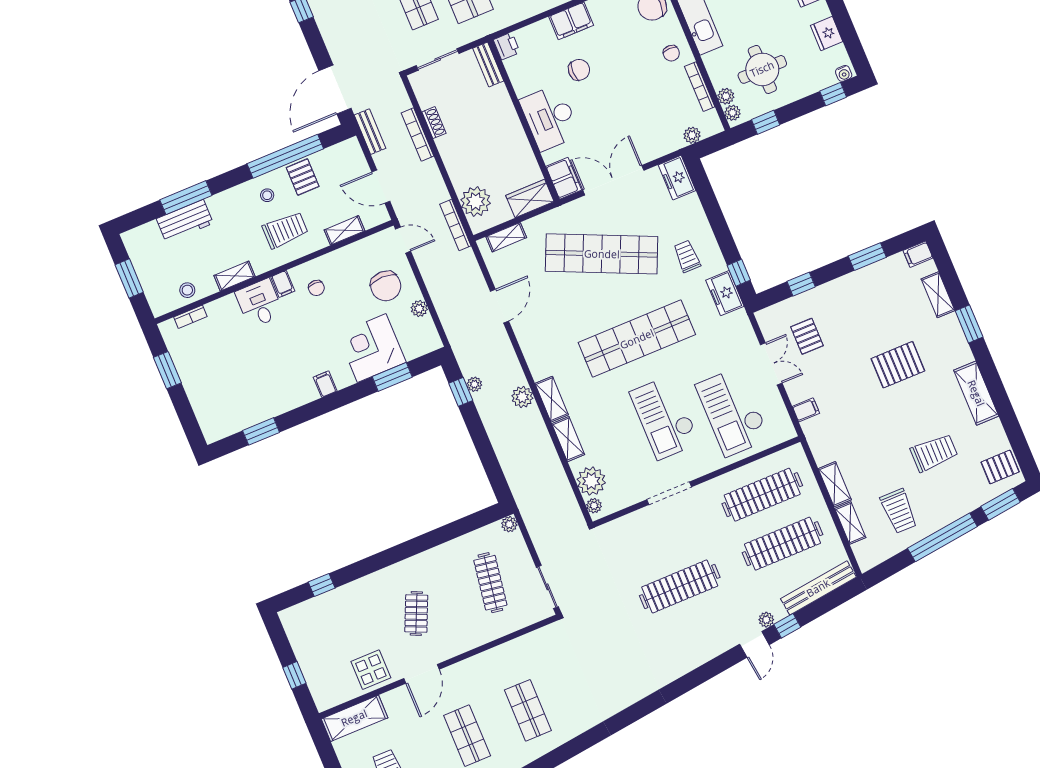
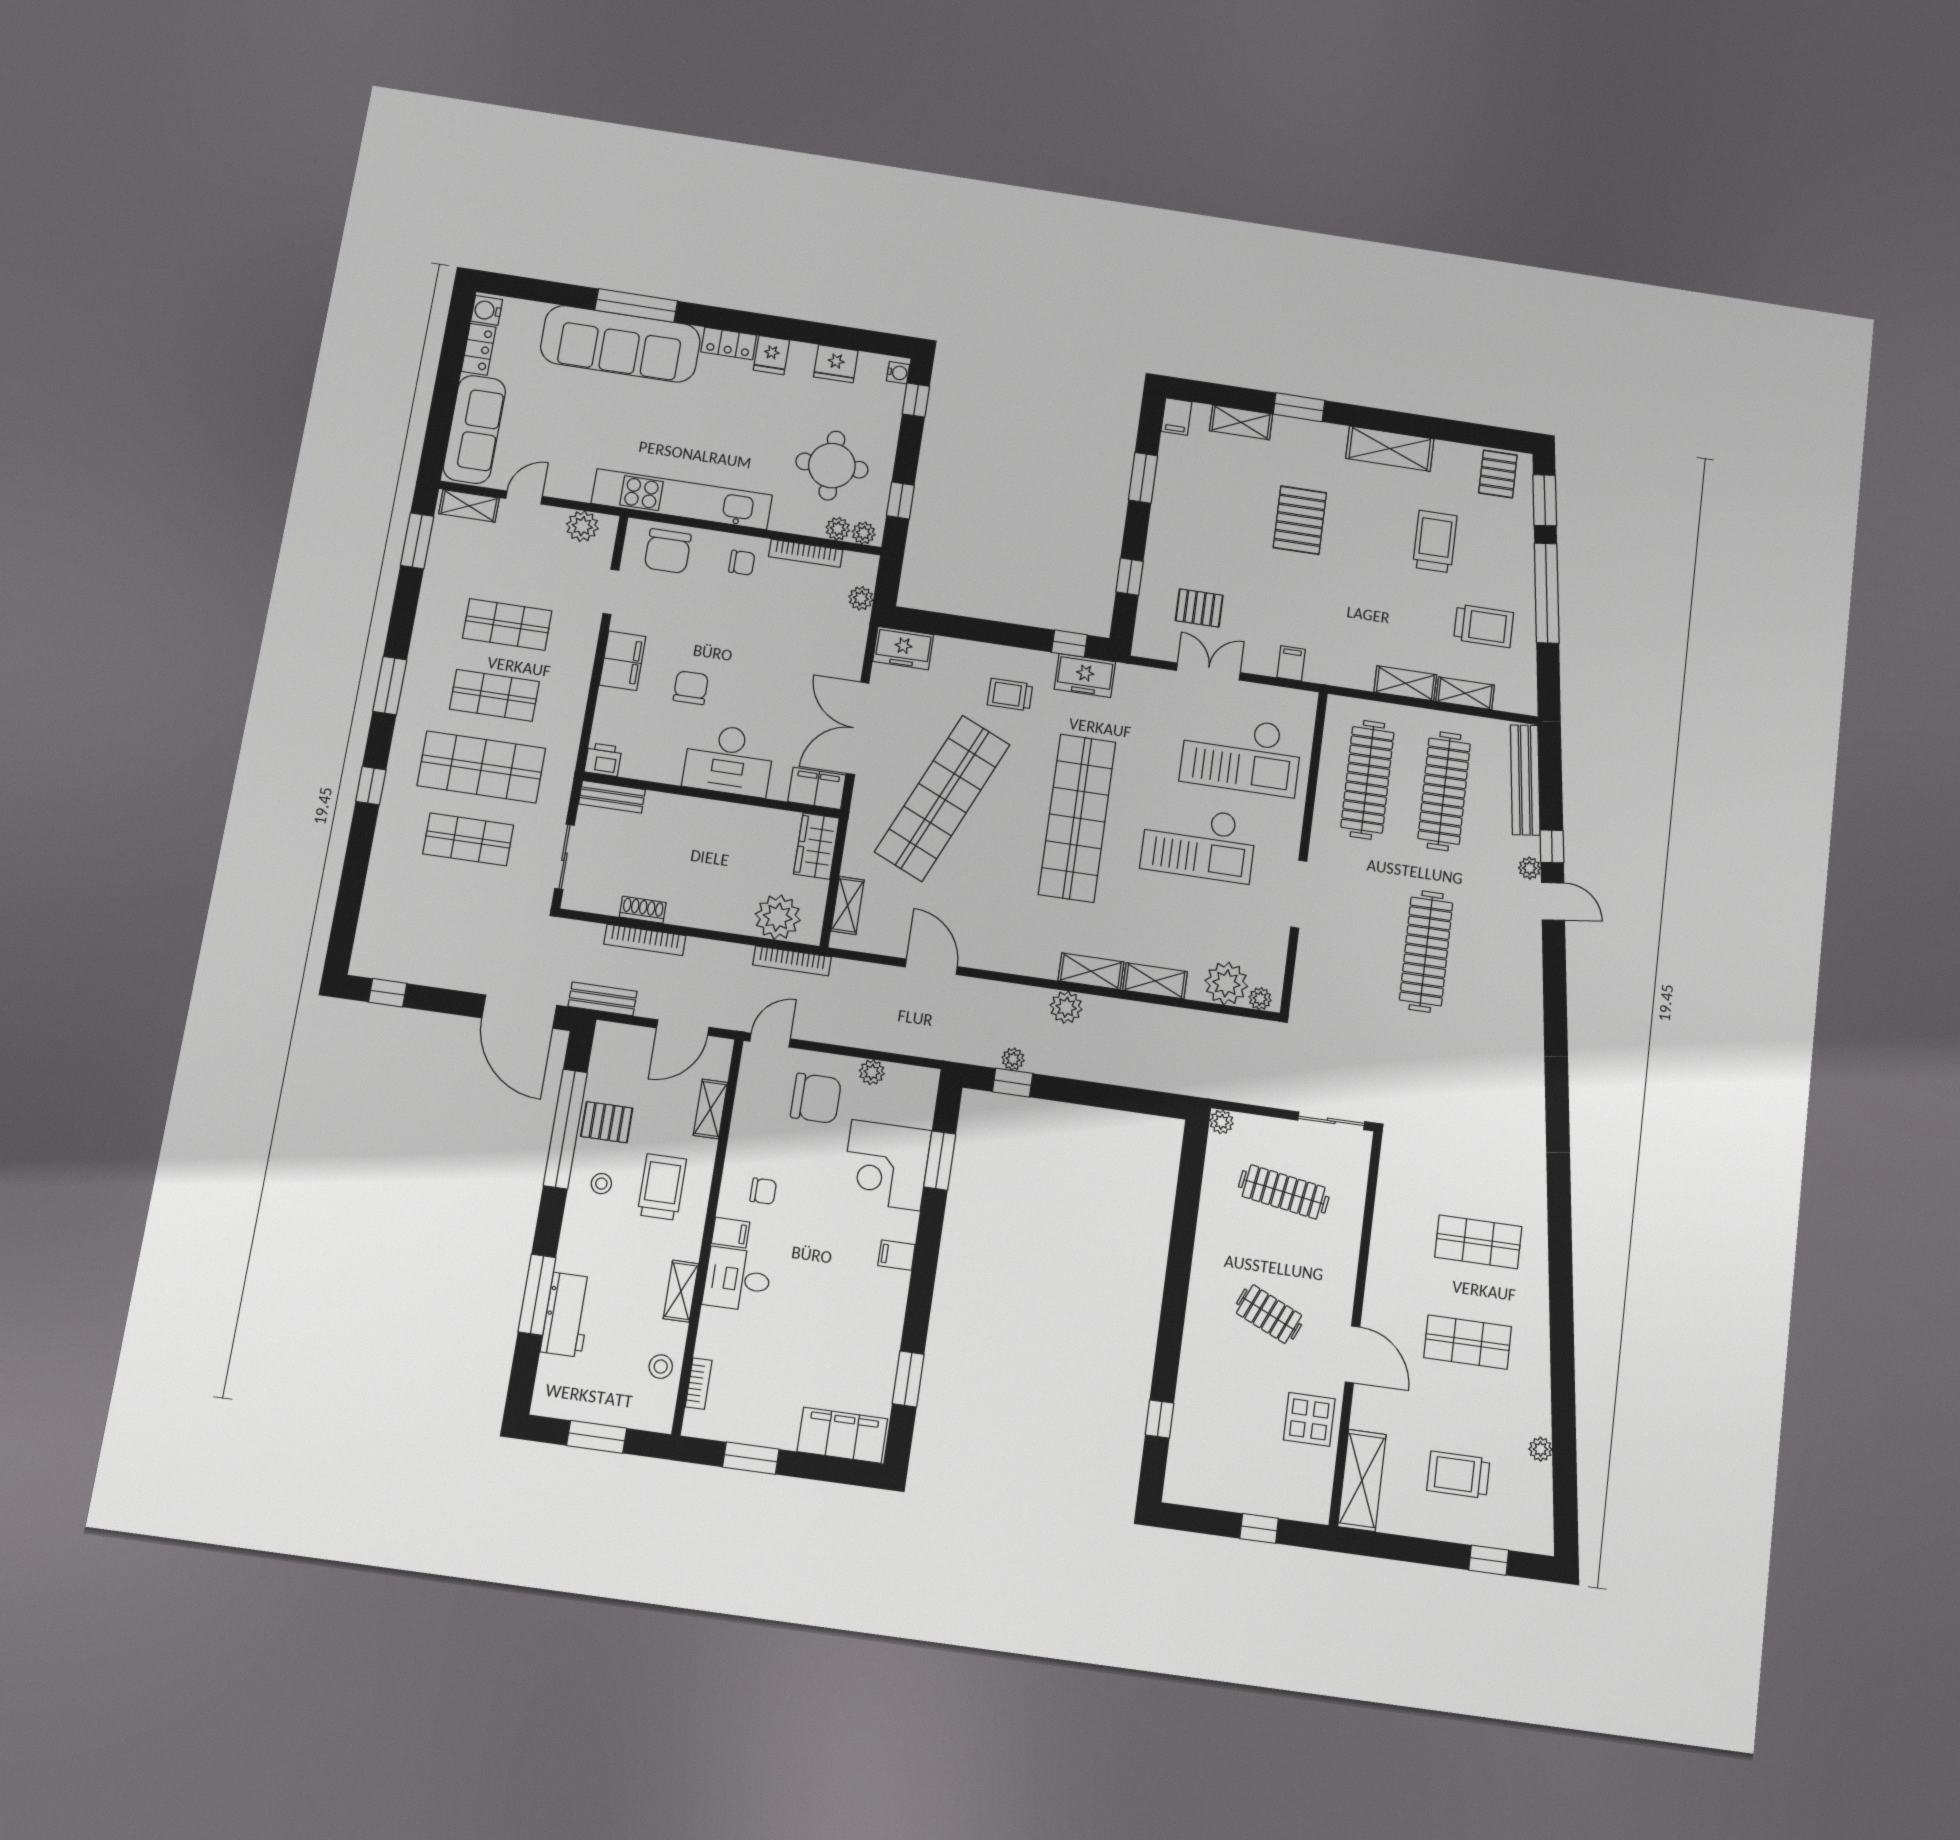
filing cabinet: (209, 413) -> (842, 1435), added

